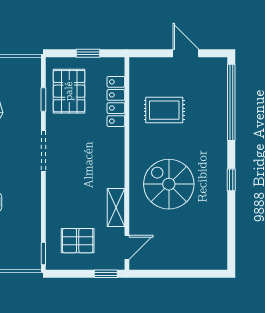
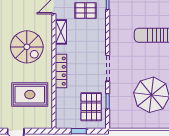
locker: (116, 101) -> (61, 71), moved
rug: (164, 110) -> (30, 95), width x1.36, depth x1.43

